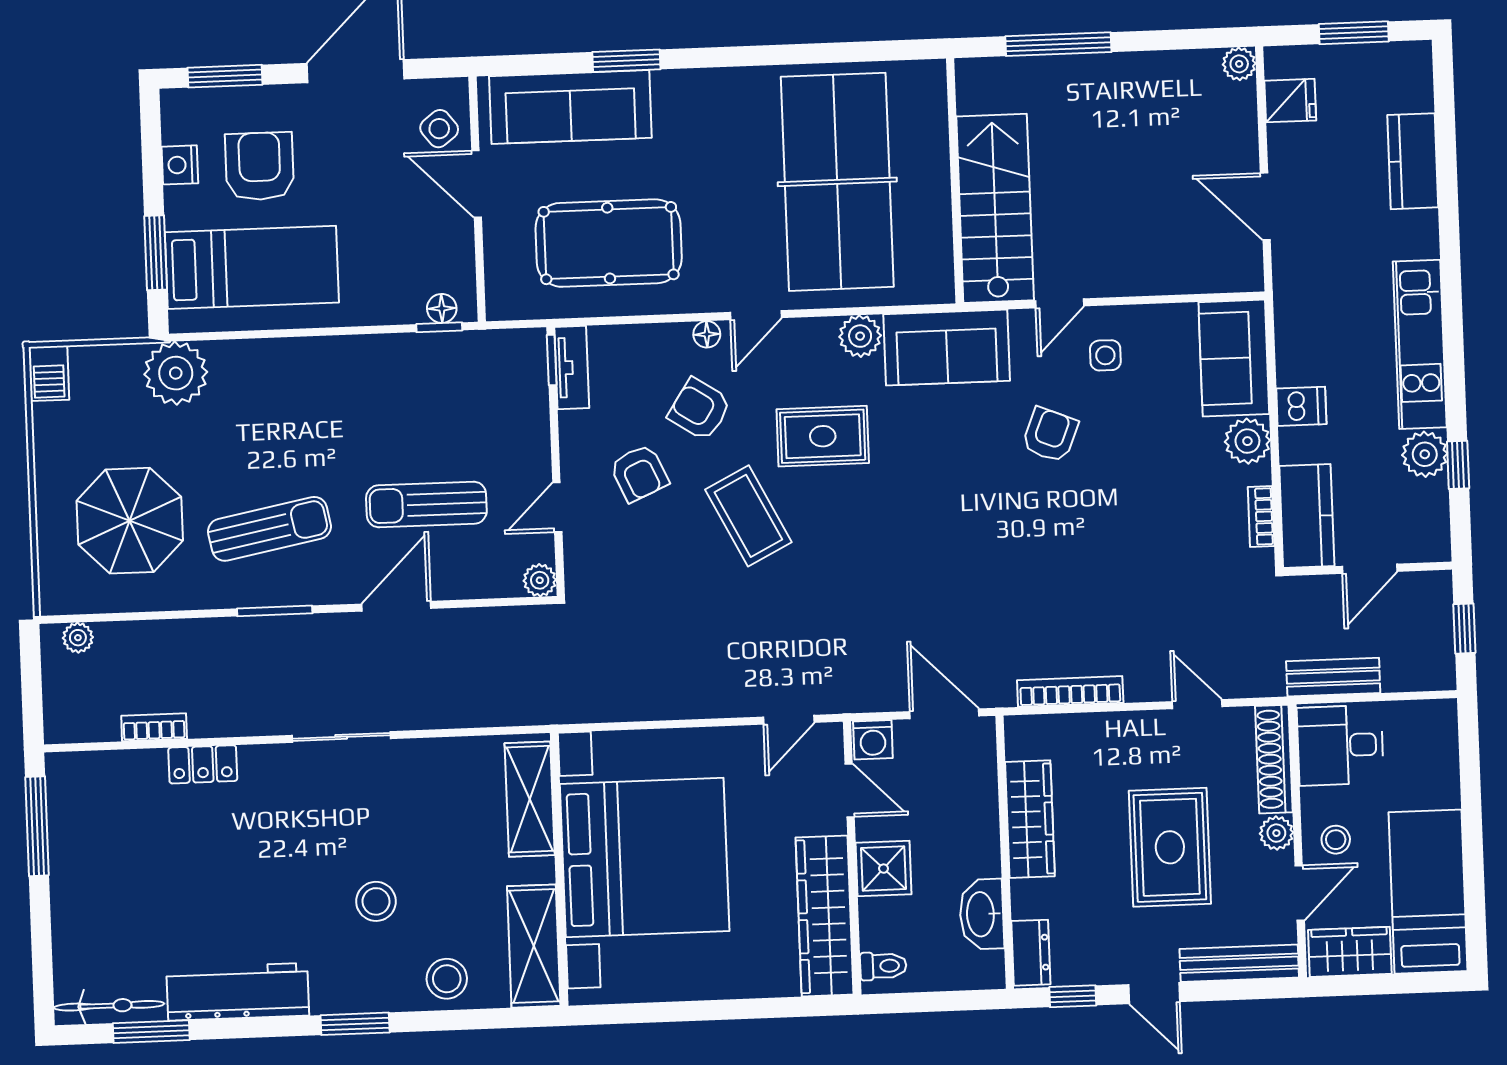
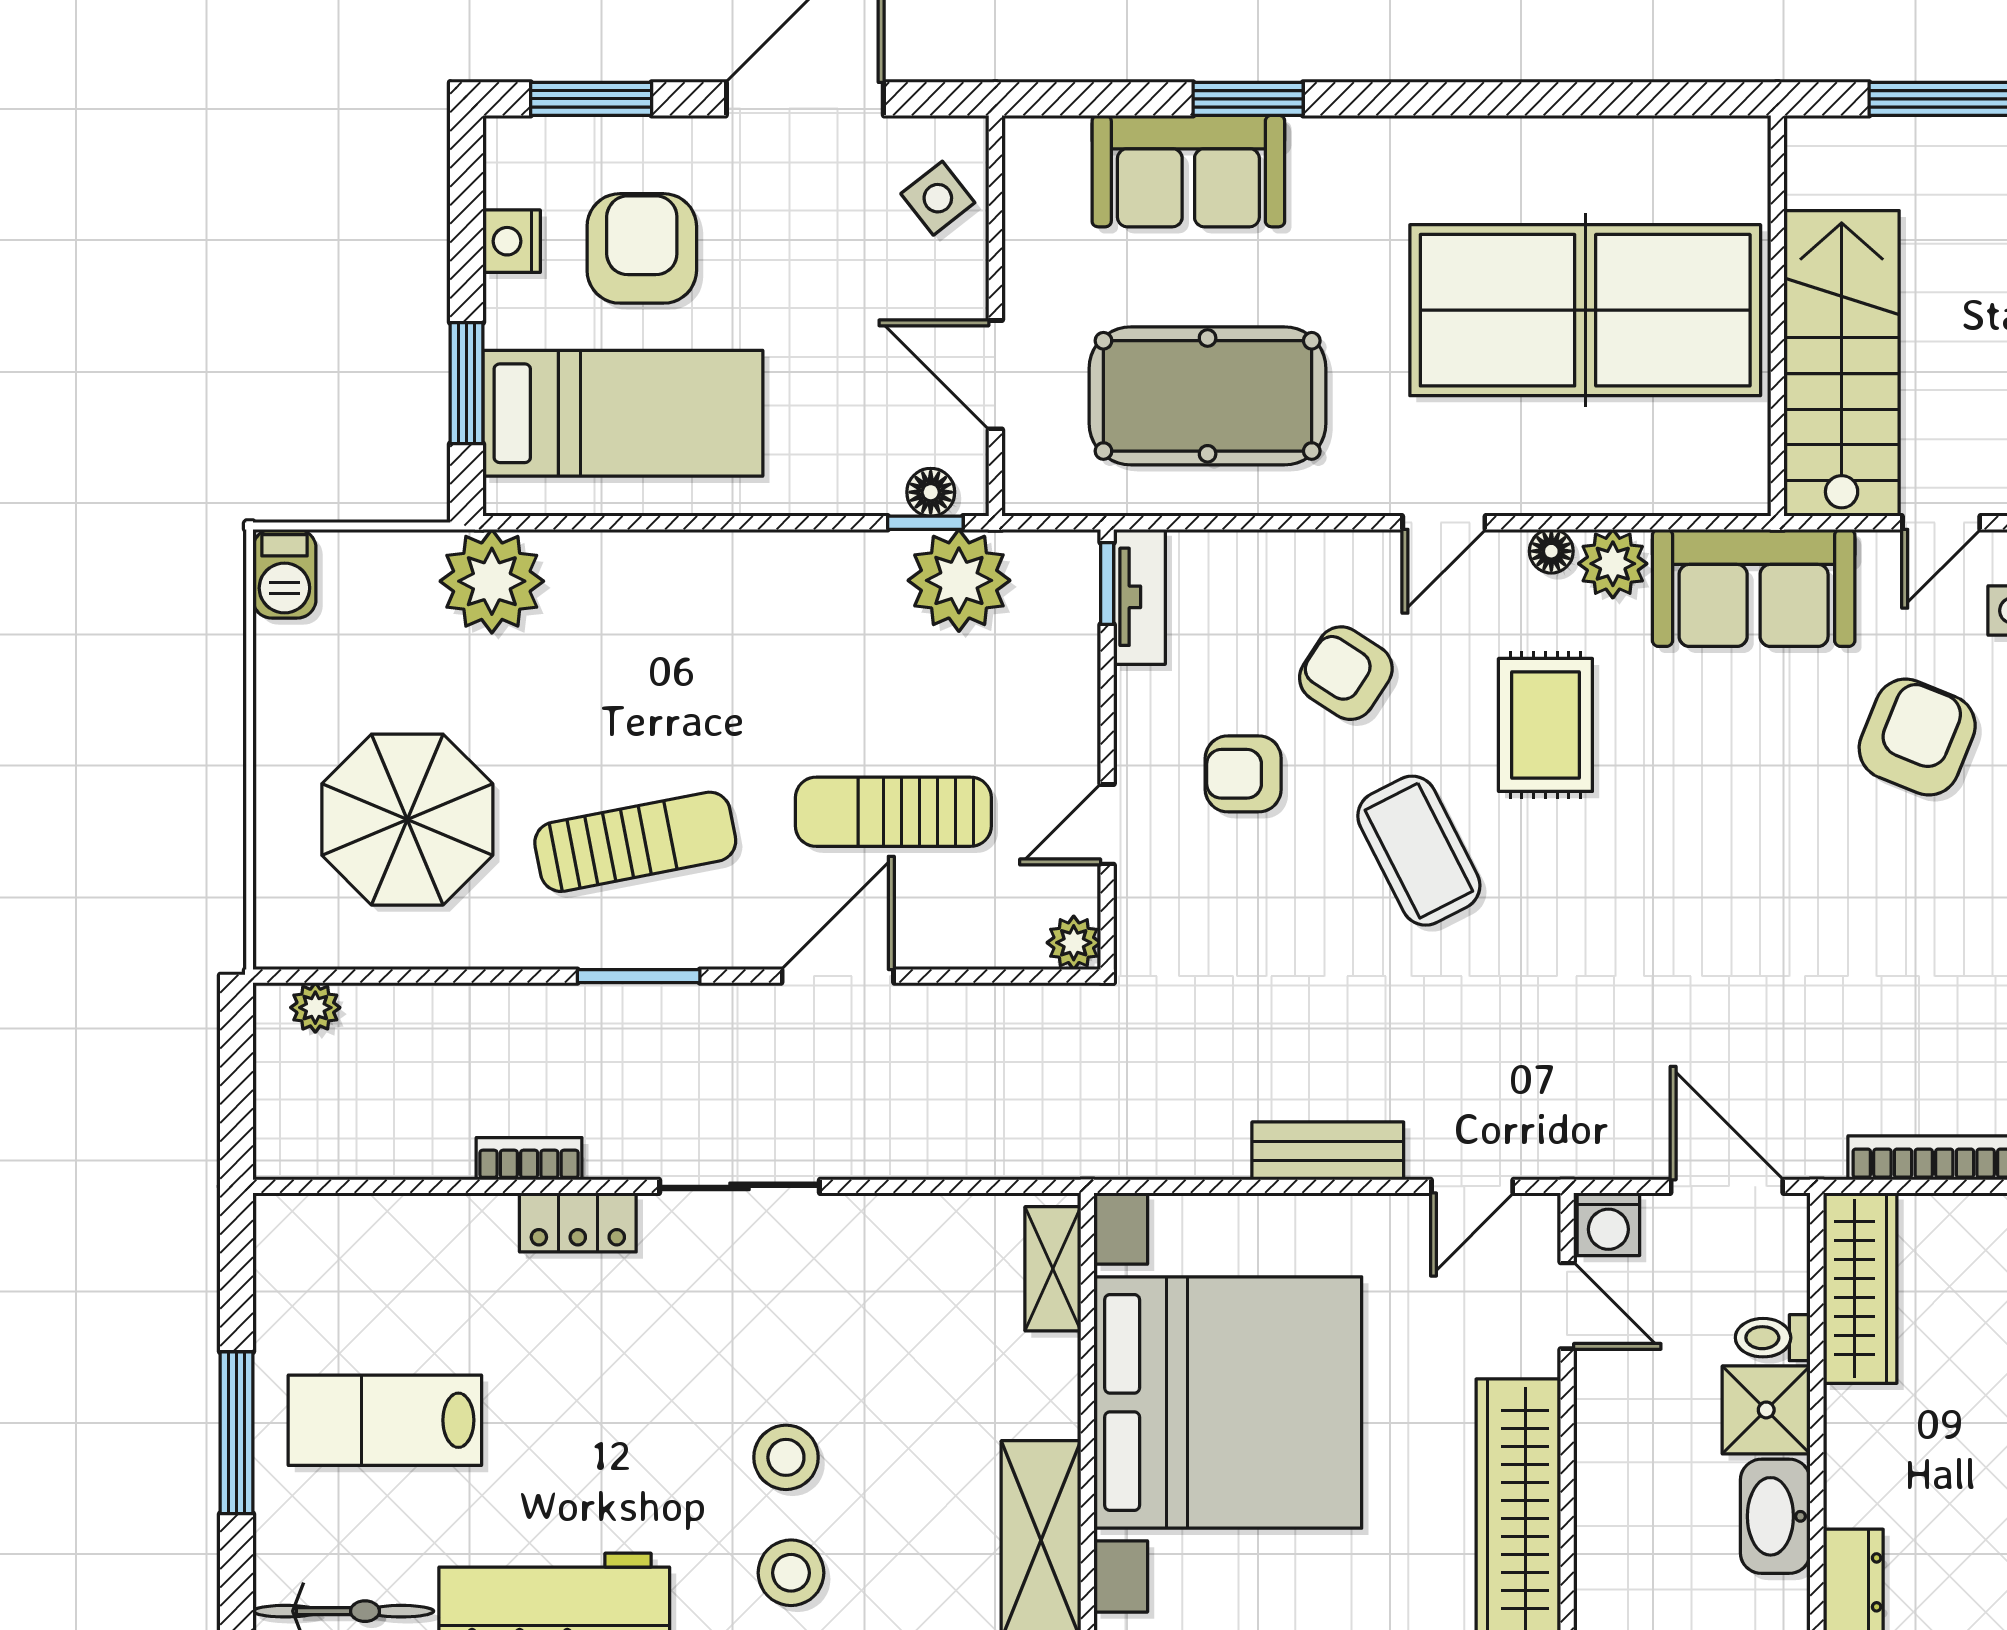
sofa: (570, 107) -> (1188, 171), width x0.73
table tennis table: (837, 182) -> (1585, 310), turned 90
door: (477, 184) -> (995, 375), moved
floor lamp: (707, 334) -> (1551, 551), moved
plant: (461, 362) -> (959, 580), added
armchair: (1050, 435) -> (1917, 737), width x1.38, depth x1.38
rug: (823, 436) -> (1545, 725), turned 90
armchair: (639, 473) -> (1243, 774), turned 114
bench: (700, 701) -> (1328, 1151), added
bookcase: (154, 727) -> (529, 1159), moved
locker: (203, 764) -> (578, 1222), moved
shelving: (530, 799) -> (1053, 1269), width x0.67, depth x0.75
wardrobe: (1030, 819) -> (1860, 1288), moved
window: (37, 826) -> (236, 1433), moved
shower: (884, 869) -> (1766, 1410), moved
lab bench: (130, 888) -> (385, 1420), added
toilet: (883, 966) -> (1773, 1338), moved, turned 180
stool: (447, 979) -> (791, 1573), moved

